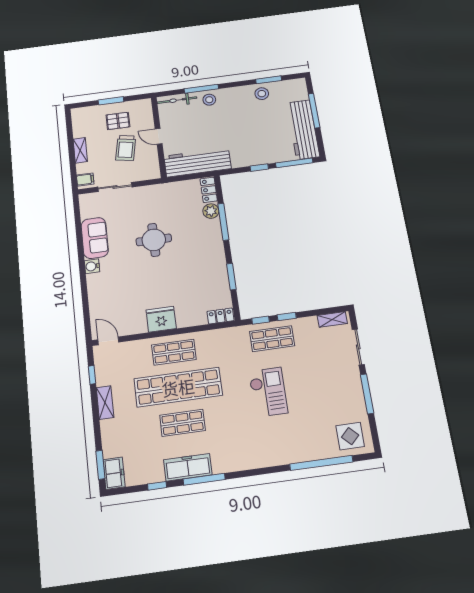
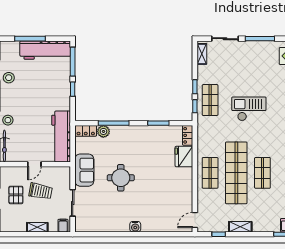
sofa: (95, 238) -> (84, 170), moved, turned 90
fridge: (161, 319) -> (184, 157), moved

